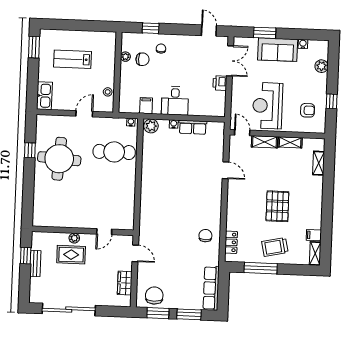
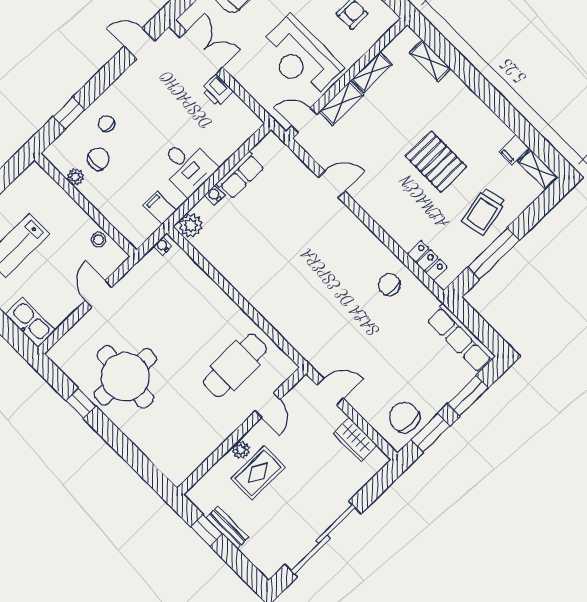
cafe table: (114, 152) -> (235, 365), moved

